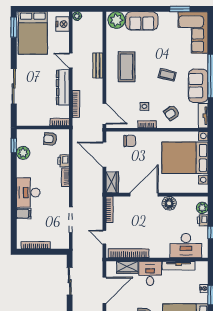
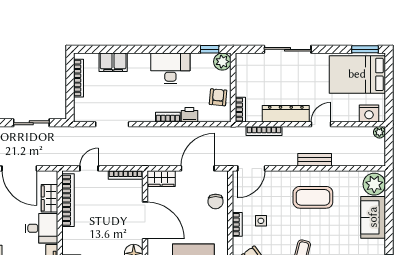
plant: (23, 153) -> (222, 62), moved
desk: (28, 193) -> (170, 68), moved
filing cabinet: (24, 214) -> (113, 62), width x2.00

